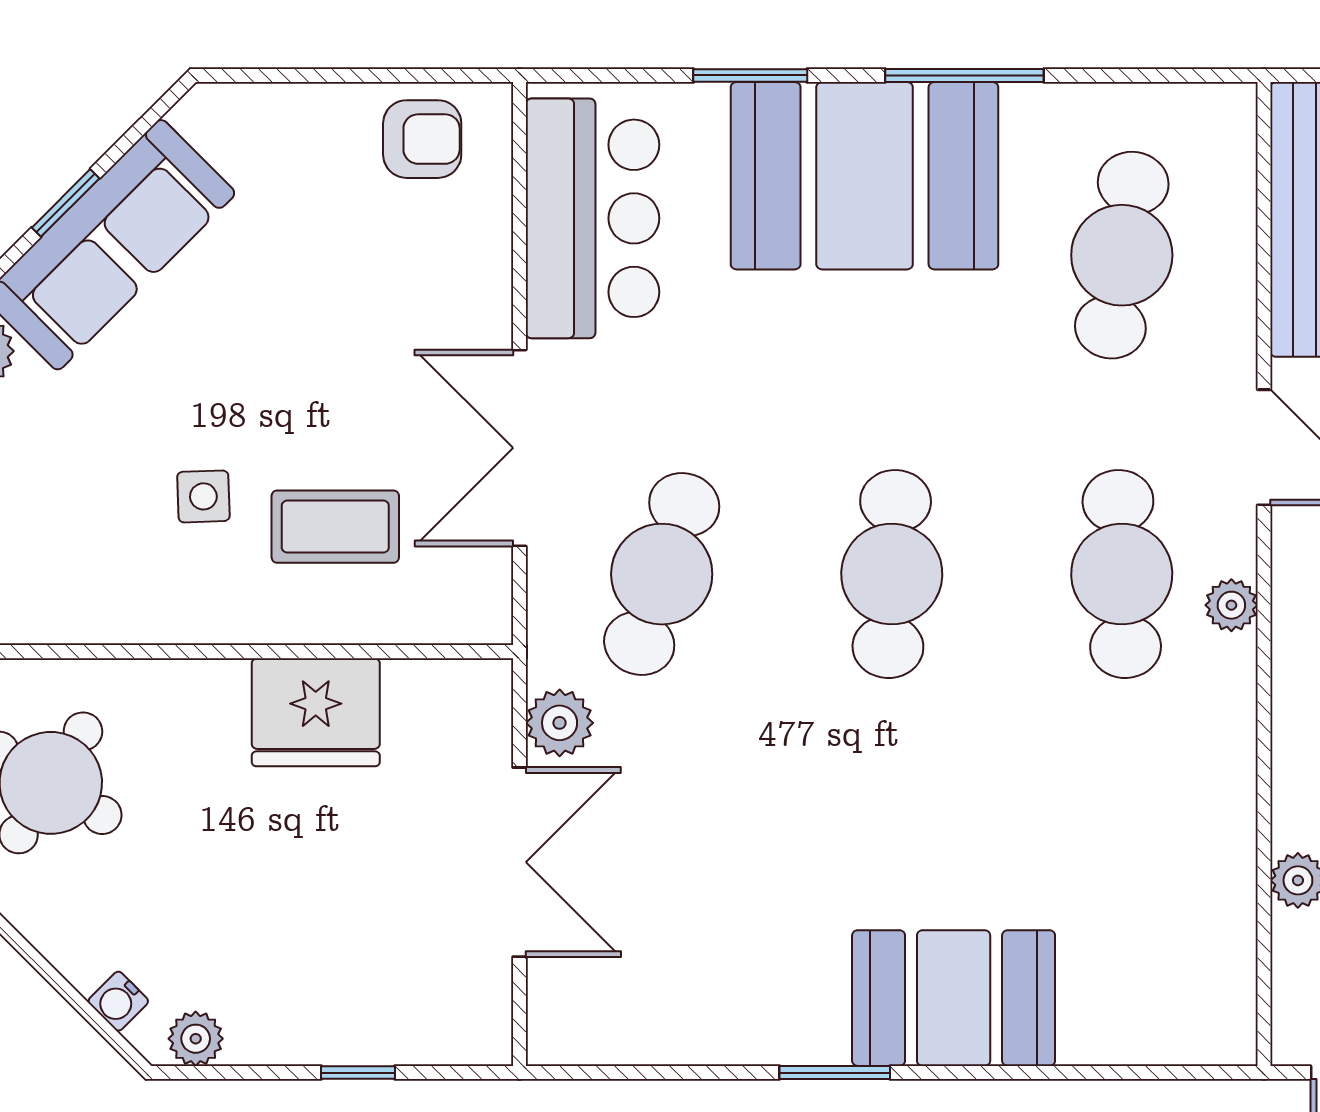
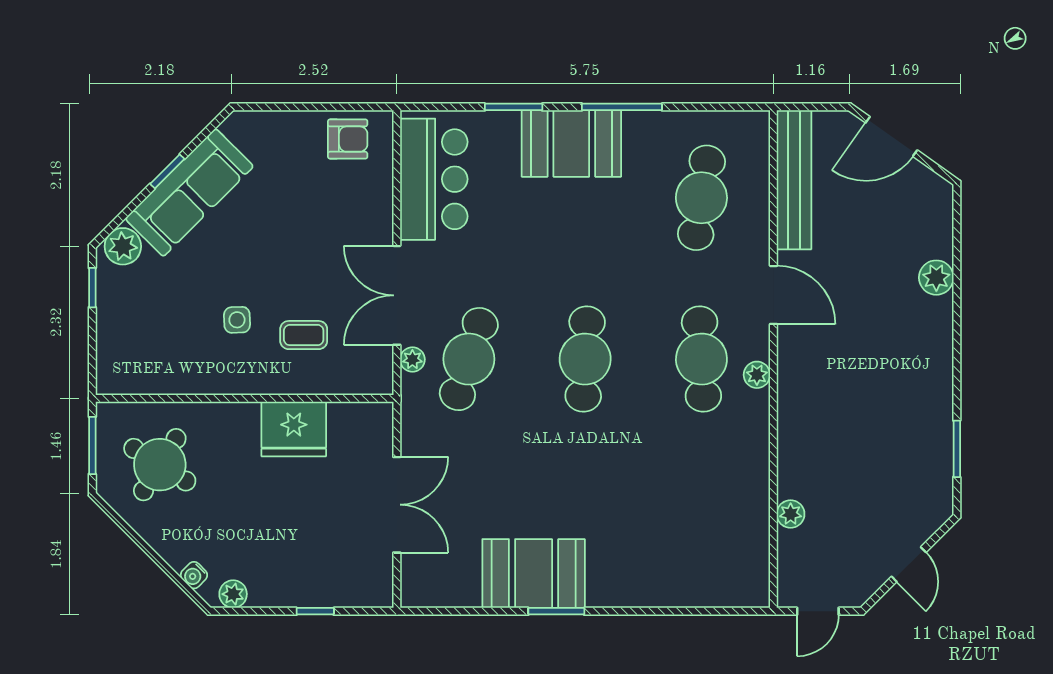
booth: (865, 176) -> (571, 143), width x0.73, depth x0.70
coffee table: (335, 527) -> (304, 335), width x0.73, depth x0.77
plant: (560, 723) -> (412, 359), moved, width x0.73, depth x0.73
booth: (954, 998) -> (534, 573), moved

